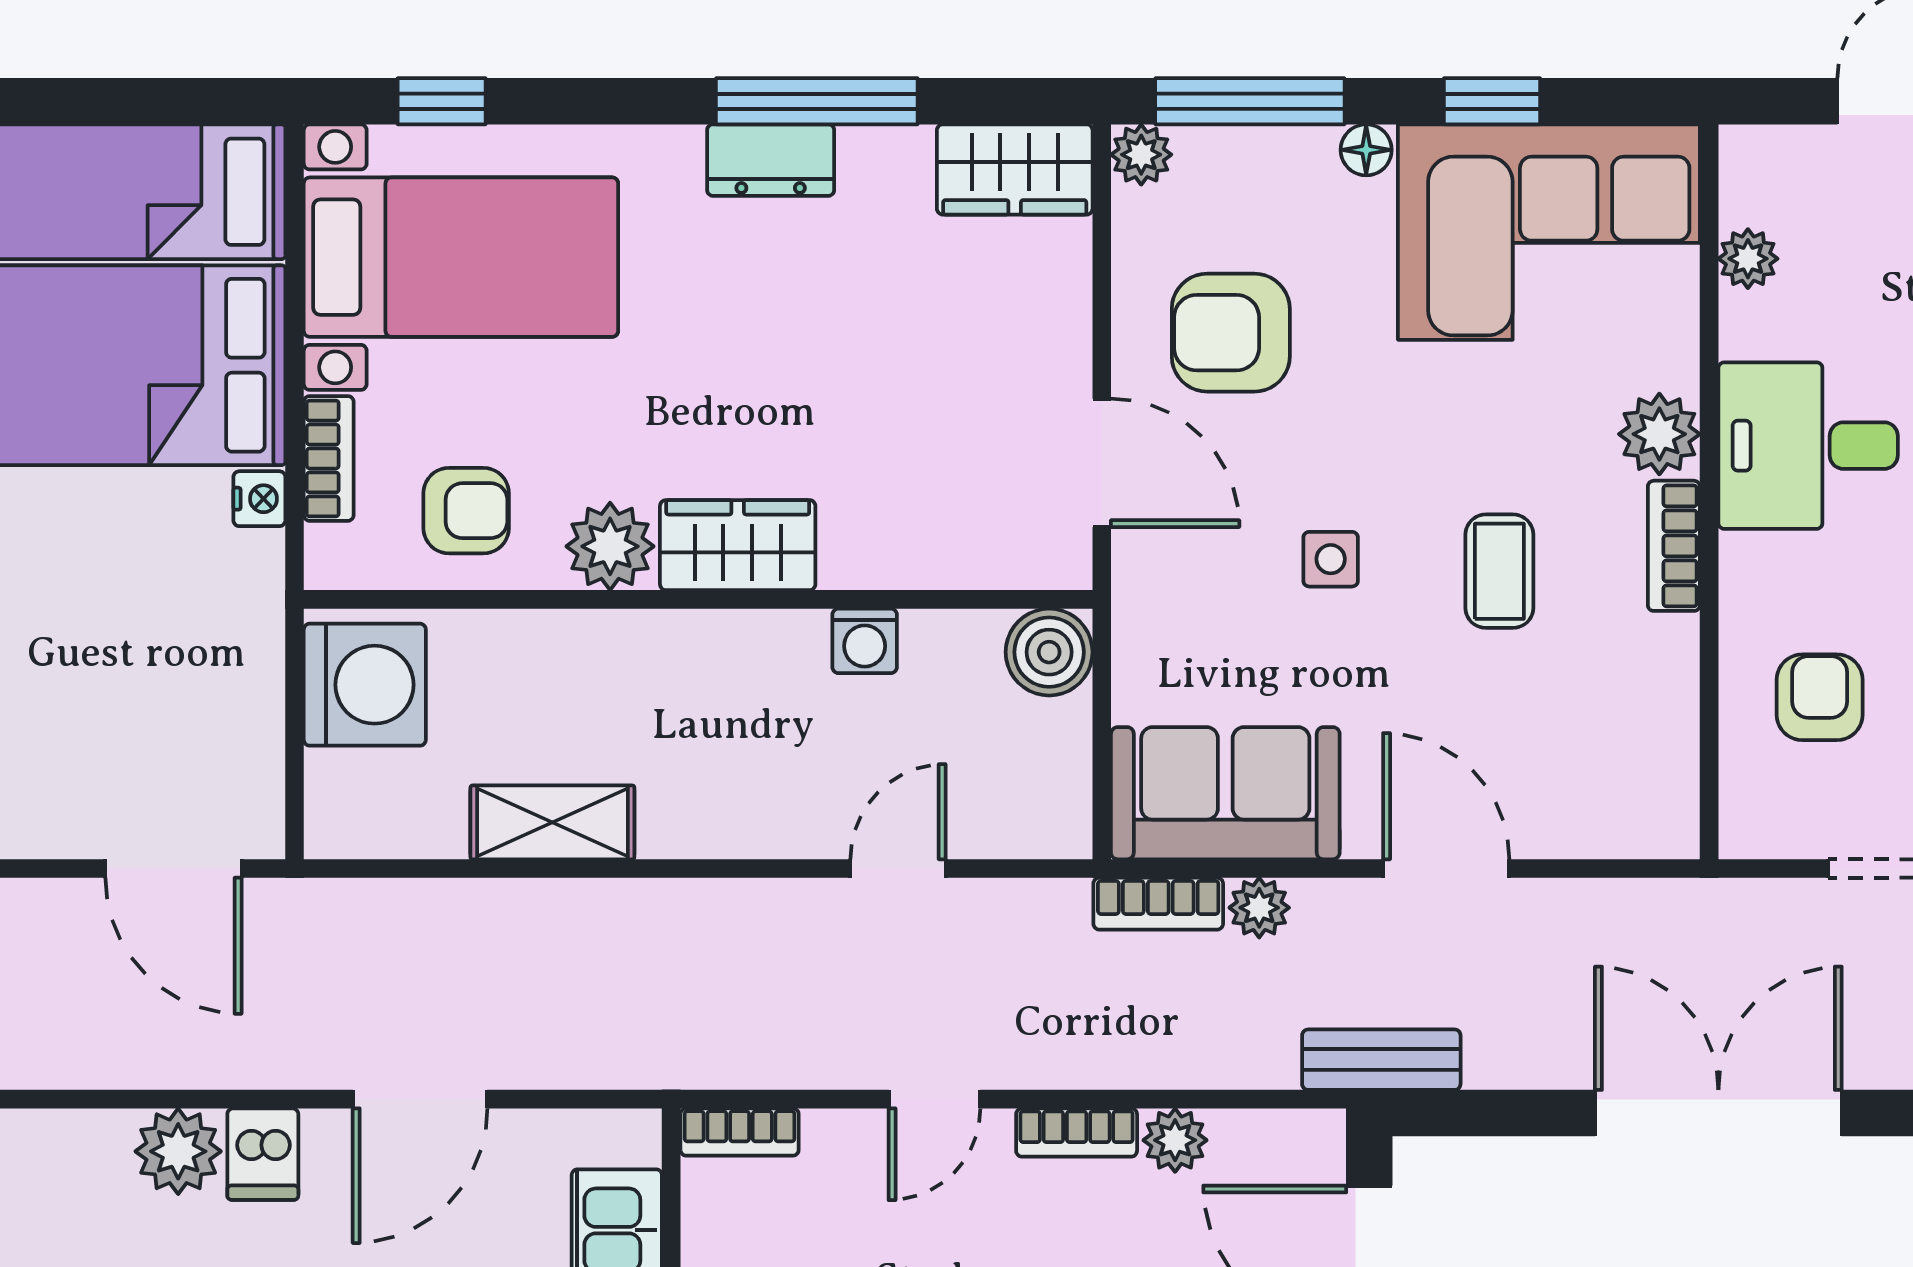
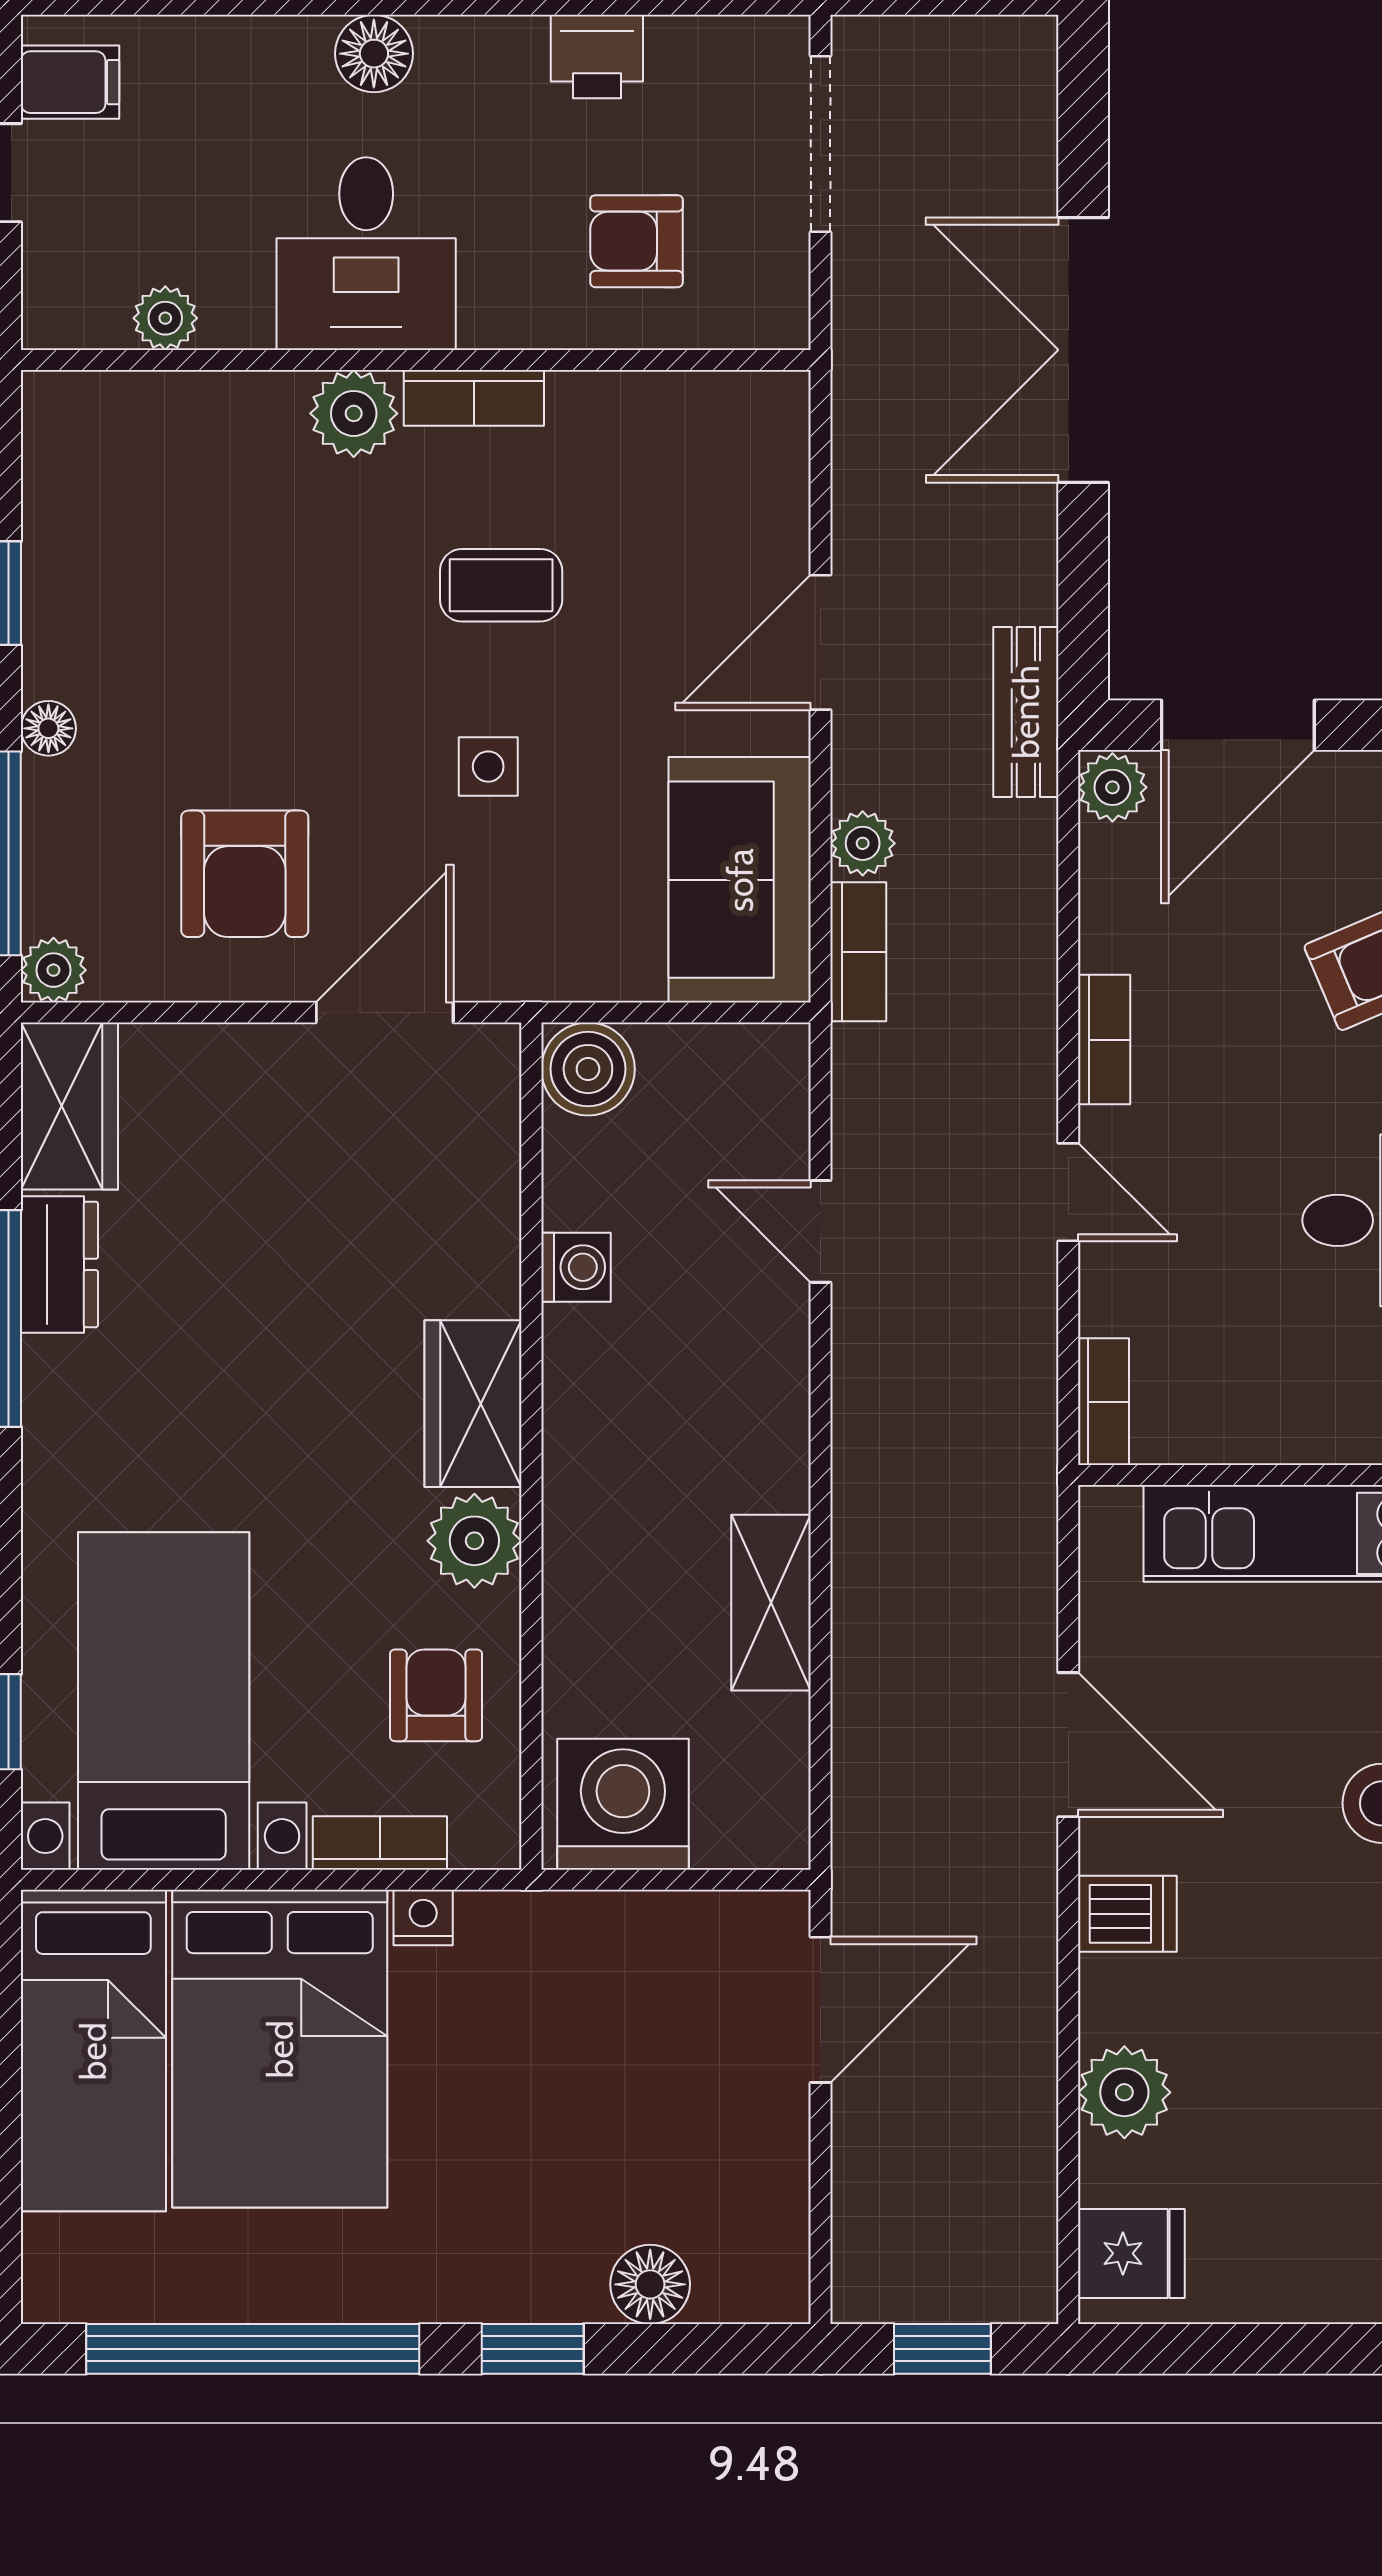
dresser: (771, 160) -> (59, 1264), moved
corner sofa: (1549, 232) -> (137, 532), removed
plant: (1175, 1140) -> (1112, 787), moved
plant: (178, 1151) -> (1124, 2092), moved

